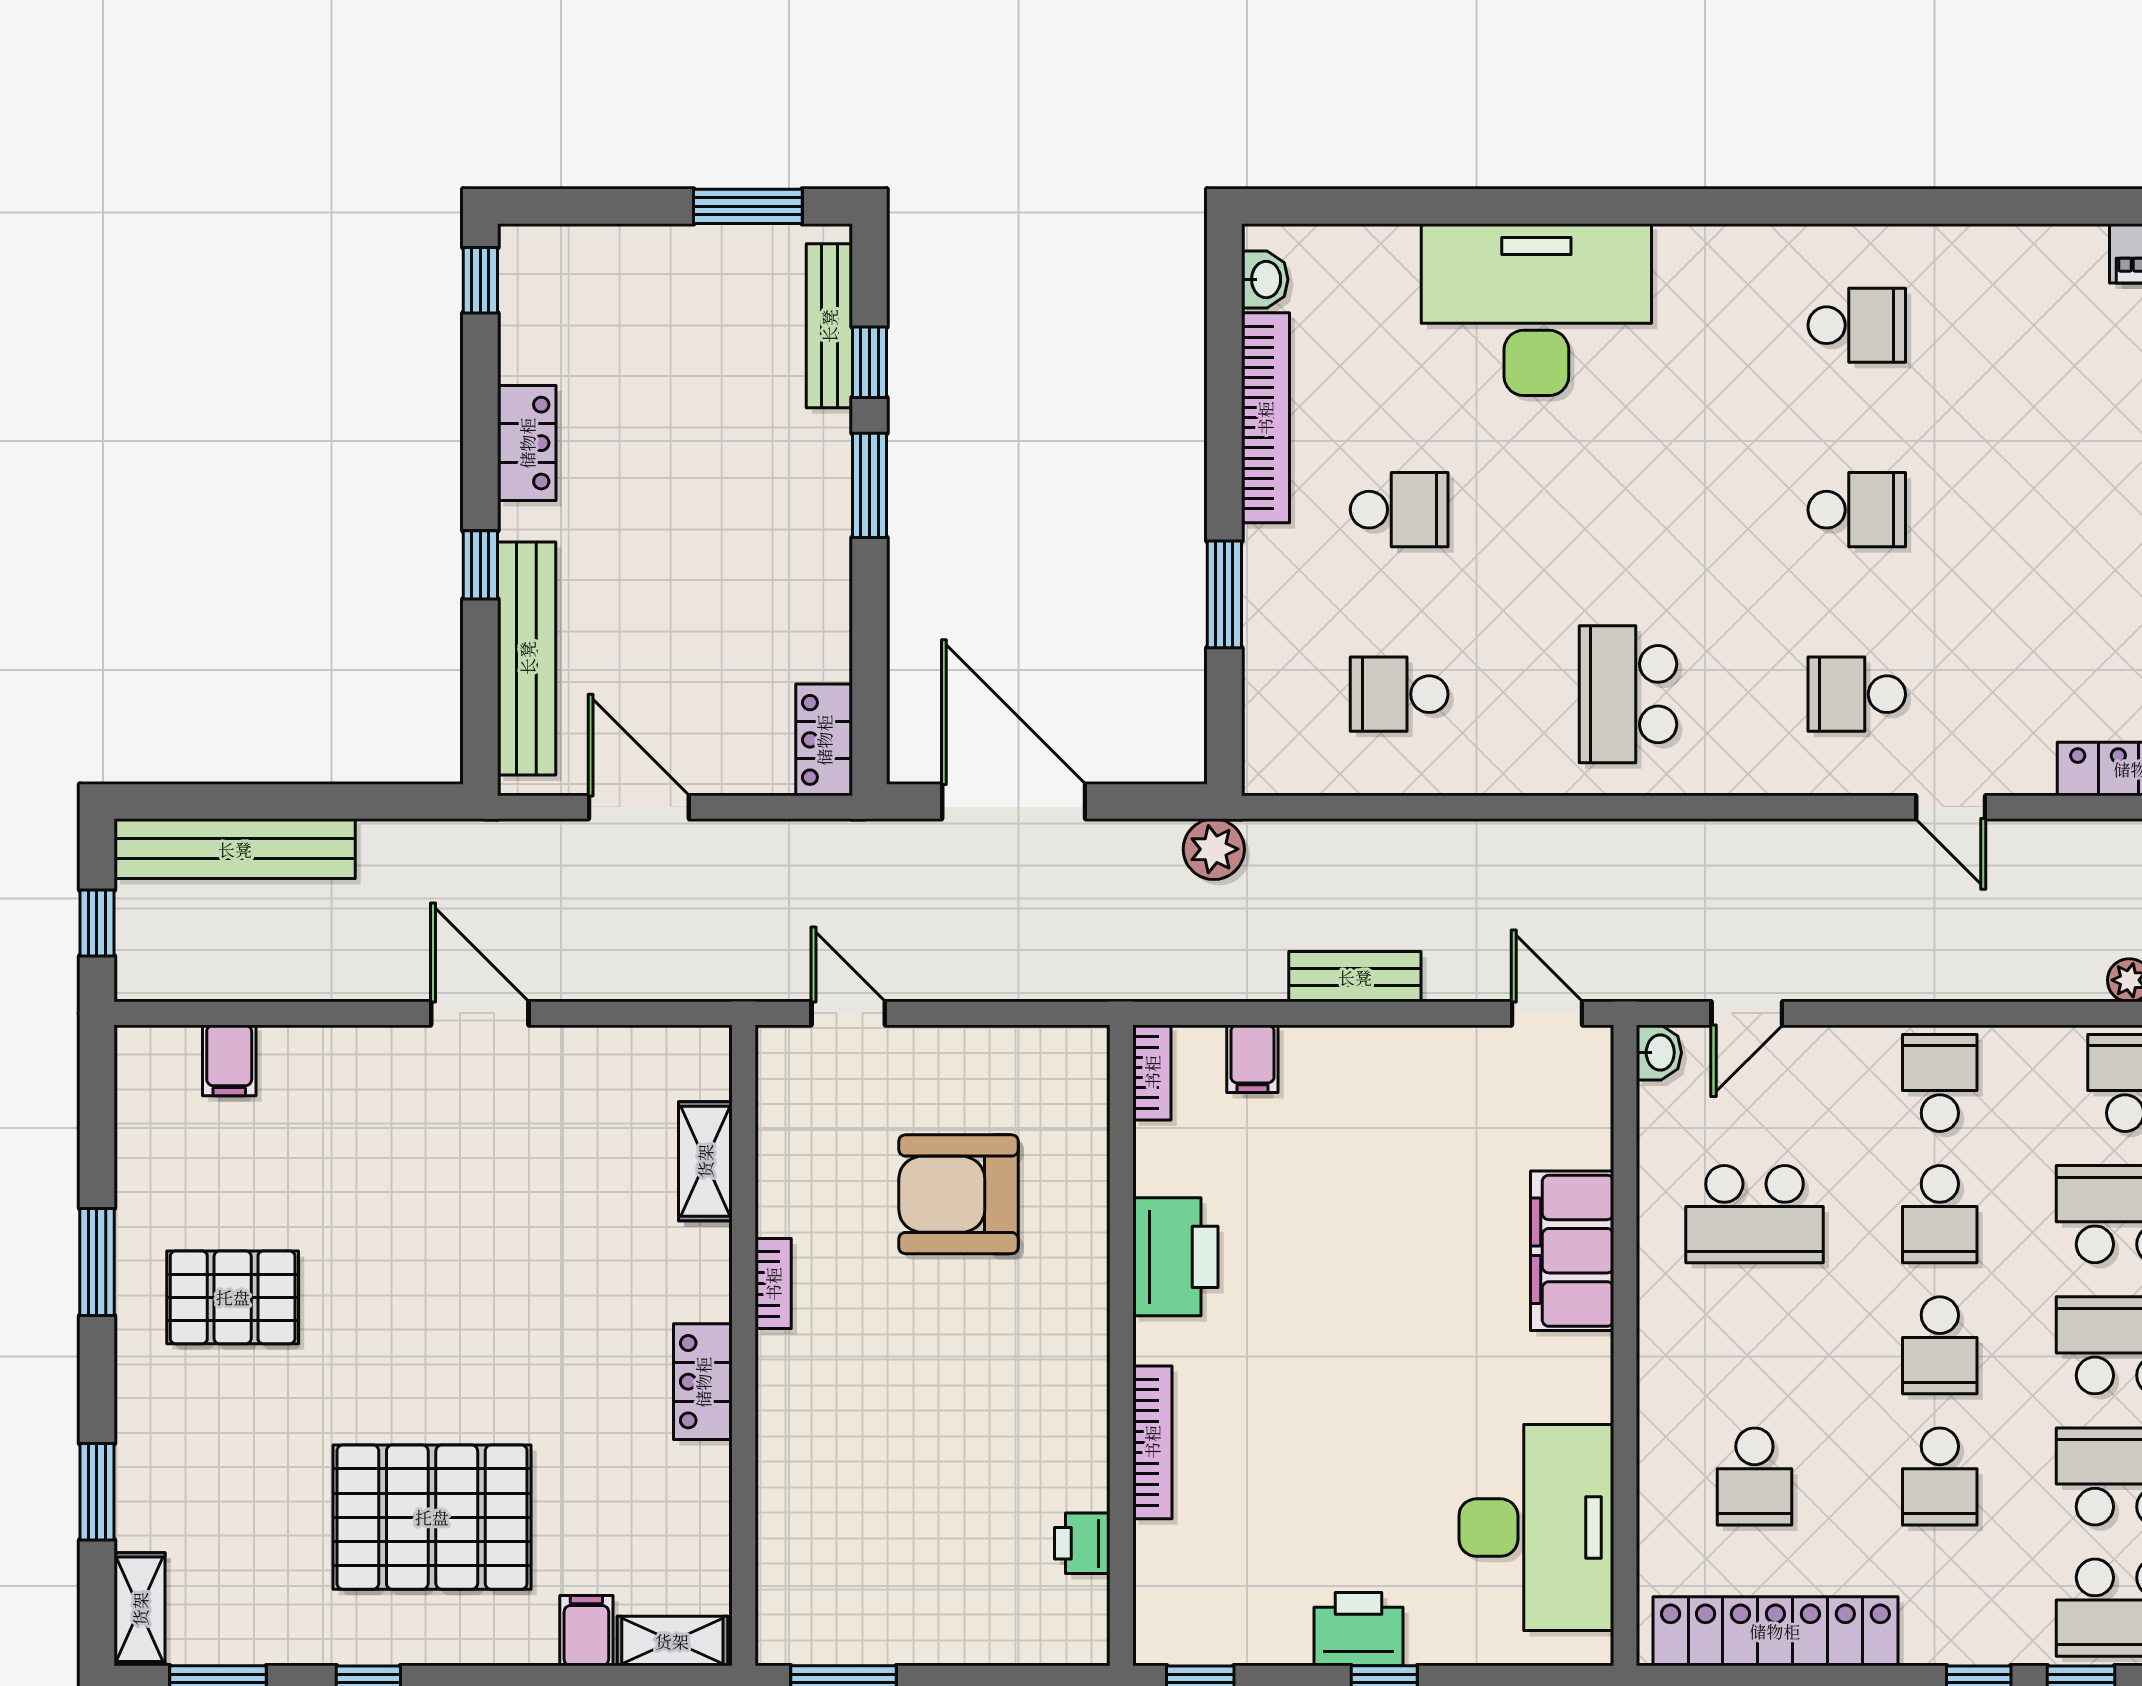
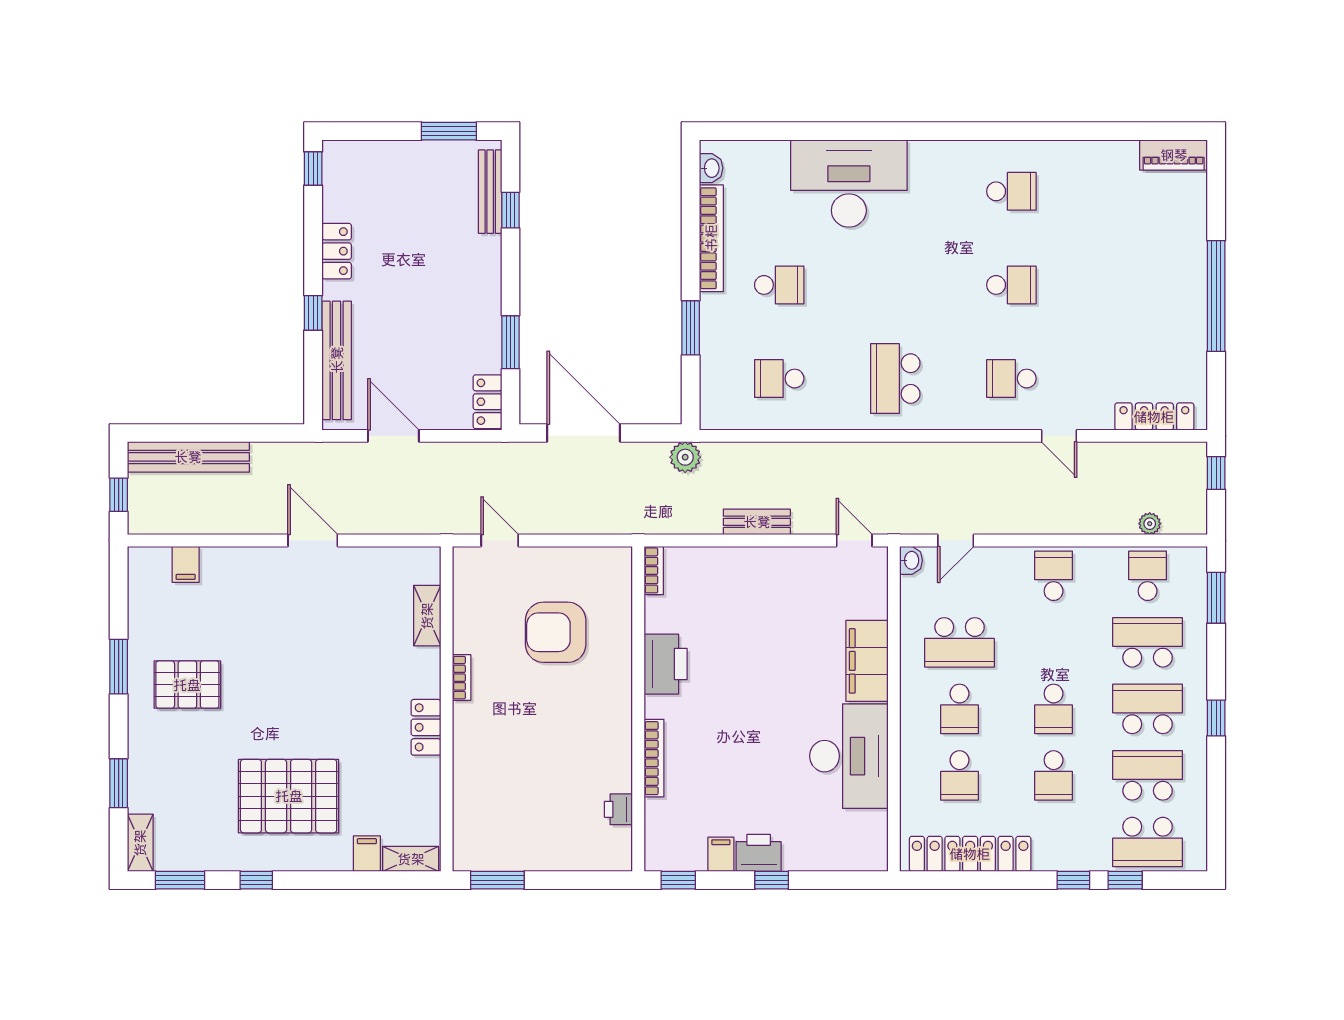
window: (870, 485) -> (511, 342), moved
filing cabinet: (1252, 1059) -> (721, 854), moved, turned 180
school desk: (1940, 1214) -> (960, 709), moved
desk: (1536, 1528) -> (849, 756), moved

